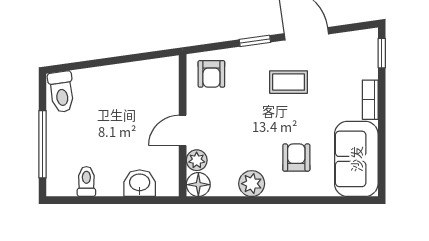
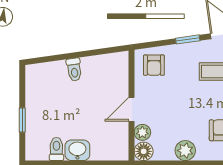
toilet: (62, 92) -> (74, 70), moved, width x0.73, depth x0.72
window: (43, 144) -> (22, 120), width x0.46
washbasin: (140, 183) -> (77, 150), moved

